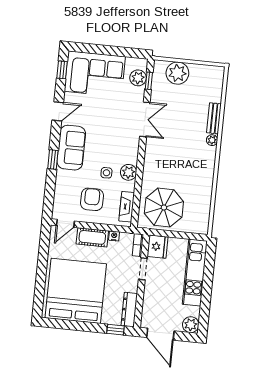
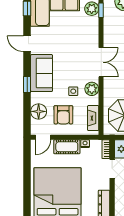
door: (58, 111) -> (27, 44), swing flipped
double door: (145, 119) -> (101, 62), moved
floor lamp: (63, 193) -> (39, 111), added
armchair: (92, 199) -> (63, 115), turned 180

